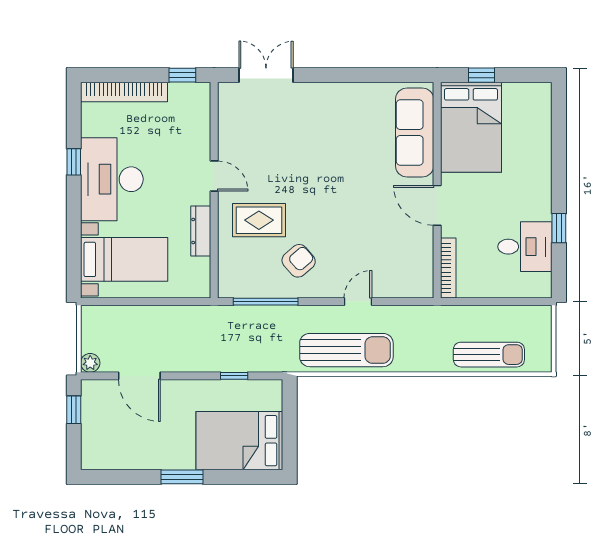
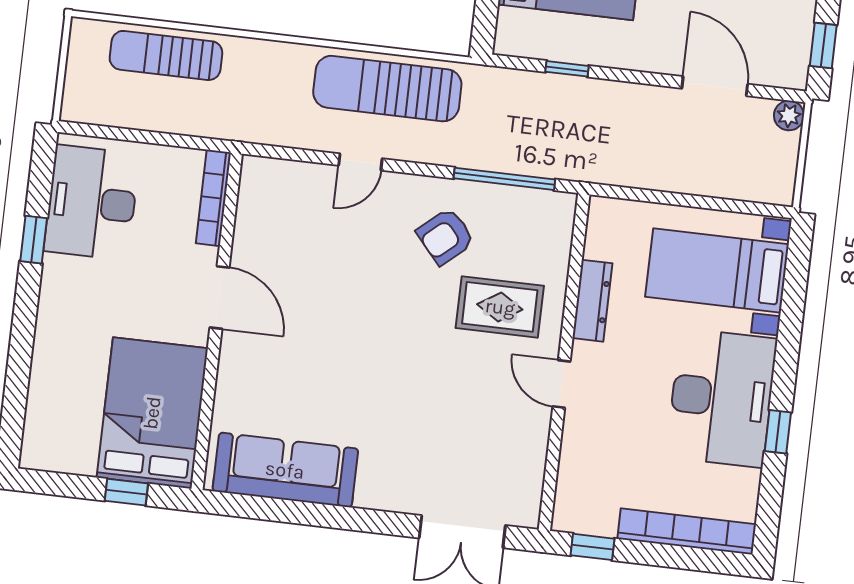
sofa: (415, 132) -> (285, 470), moved, turned -90
desk: (525, 247) -> (92, 203), width x1.37

